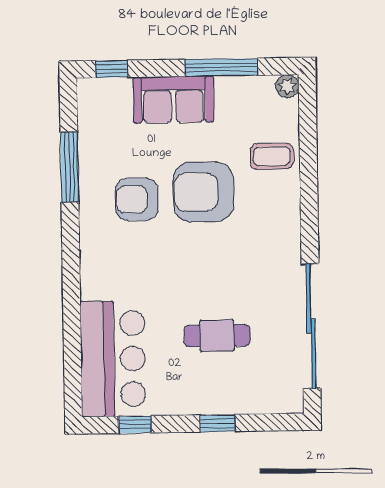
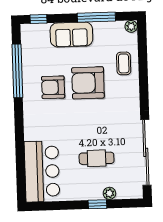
coffee table: (272, 156) -> (124, 63), turned 90
window: (69, 167) -> (17, 71), width x1.46
plant: (240, 403) -> (109, 193), added
window: (135, 424) -> (54, 206), removed

